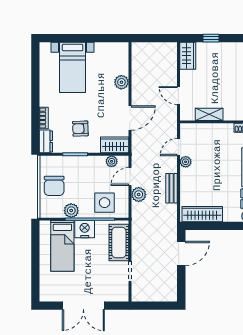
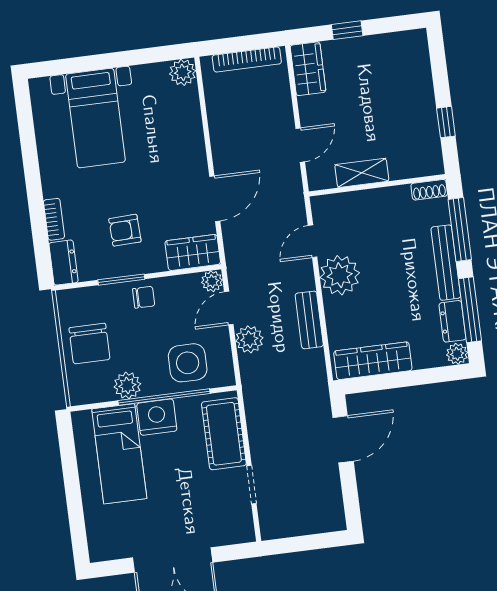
bookcase: (156, 47) -> (247, 59), added
plant: (121, 82) -> (183, 72), moved
door: (179, 96) -> (300, 145), swing flipped
plant: (112, 161) -> (212, 281), moved
plant: (186, 162) -> (340, 275), width x1.88, depth x1.88
chair: (86, 165) -> (144, 297), added

